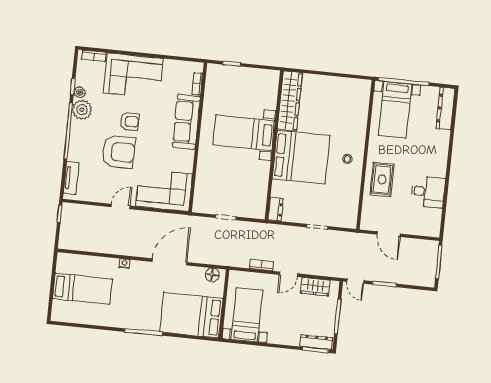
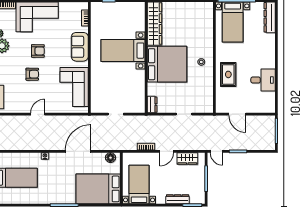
sofa: (186, 122) -> (80, 47), width x0.73
armchair: (119, 152) -> (32, 74), width x0.53, depth x0.53
corner sofa: (164, 190) -> (74, 87), moved, turned -90
dresser: (316, 342) -> (178, 199), moved

